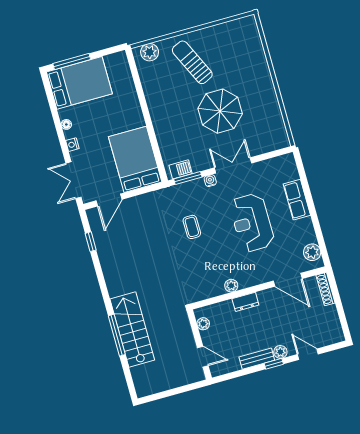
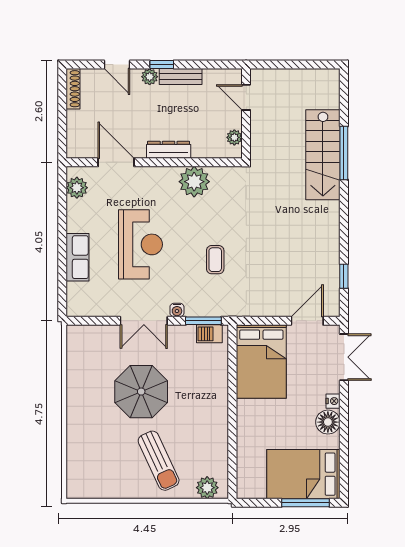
floor lamp: (66, 124) -> (328, 422), width x1.89, depth x1.89
plant: (231, 286) -> (194, 182), width x1.87, depth x1.87
shoe rack: (326, 289) -> (73, 89), moved
dresser: (245, 302) -> (169, 150), width x1.44

